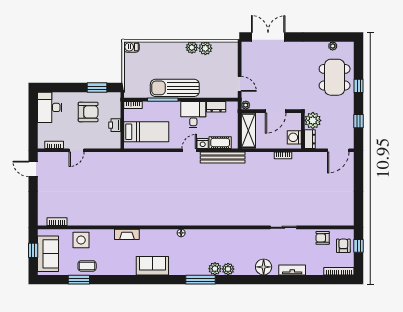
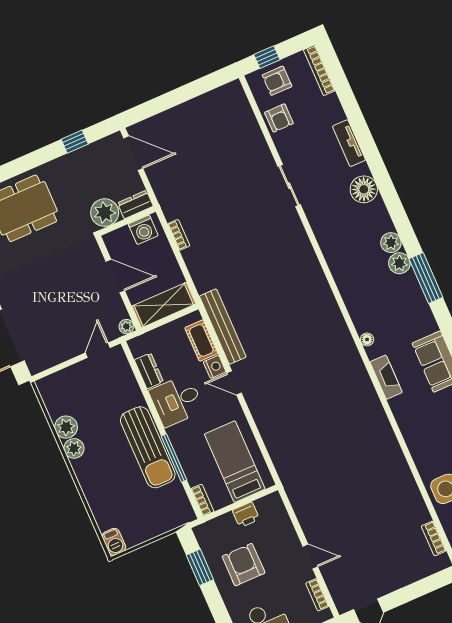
window: (359, 86) -> (20, 165), removed
fireplace: (127, 234) -> (386, 377), moved

